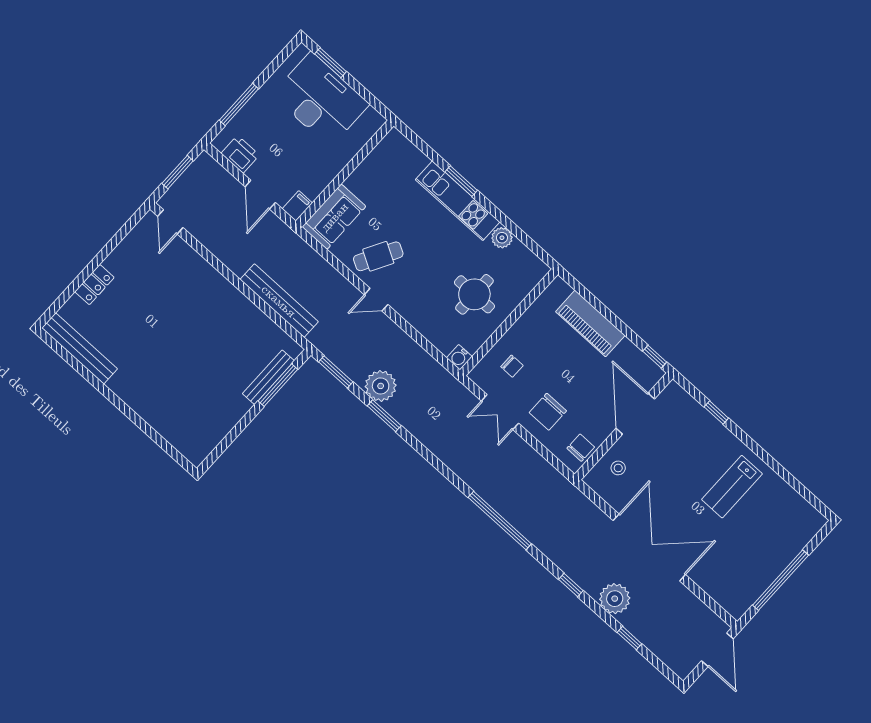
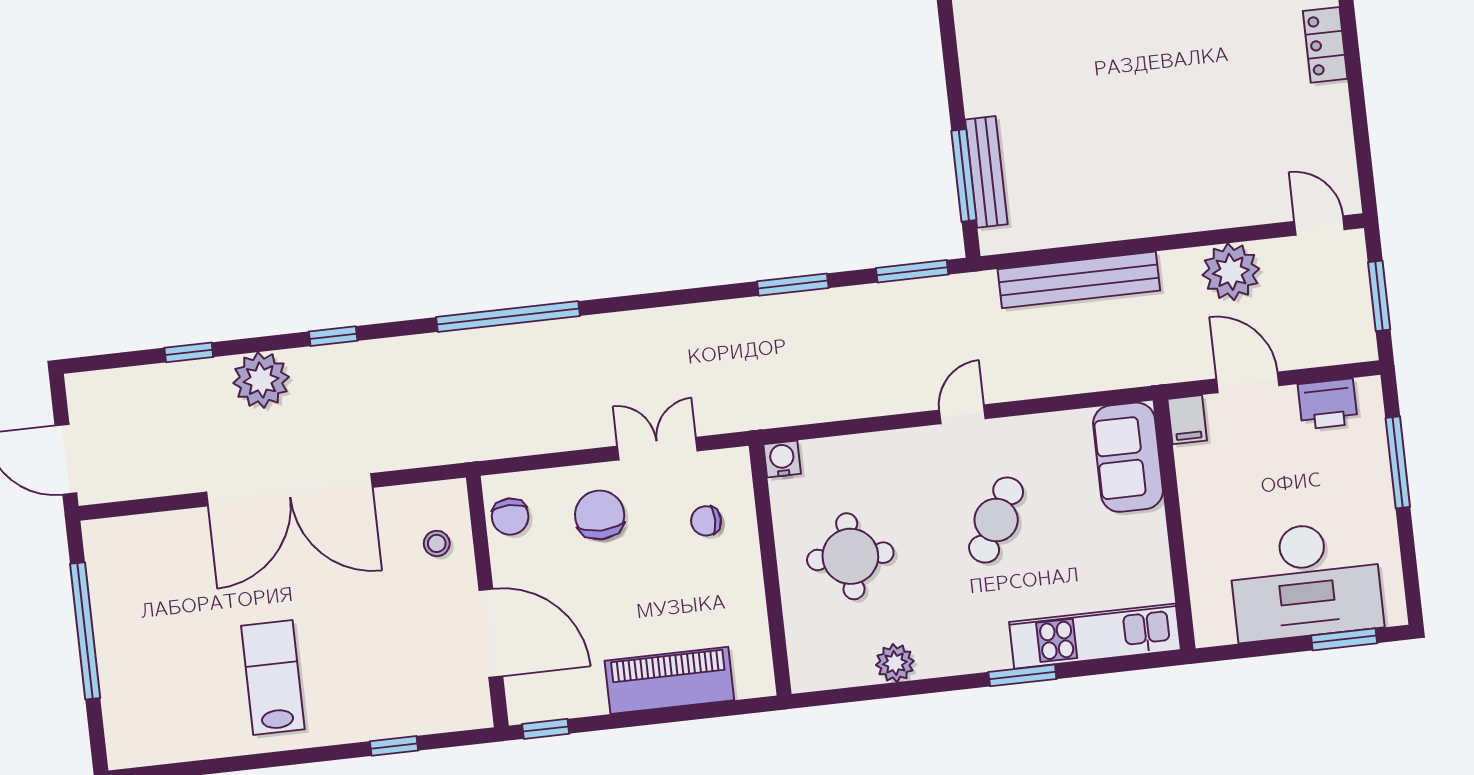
kitchen unit: (458, 201) -> (1095, 636), moved
cafe table: (378, 256) -> (996, 520), moved
plant: (381, 386) -> (1231, 272), moved

